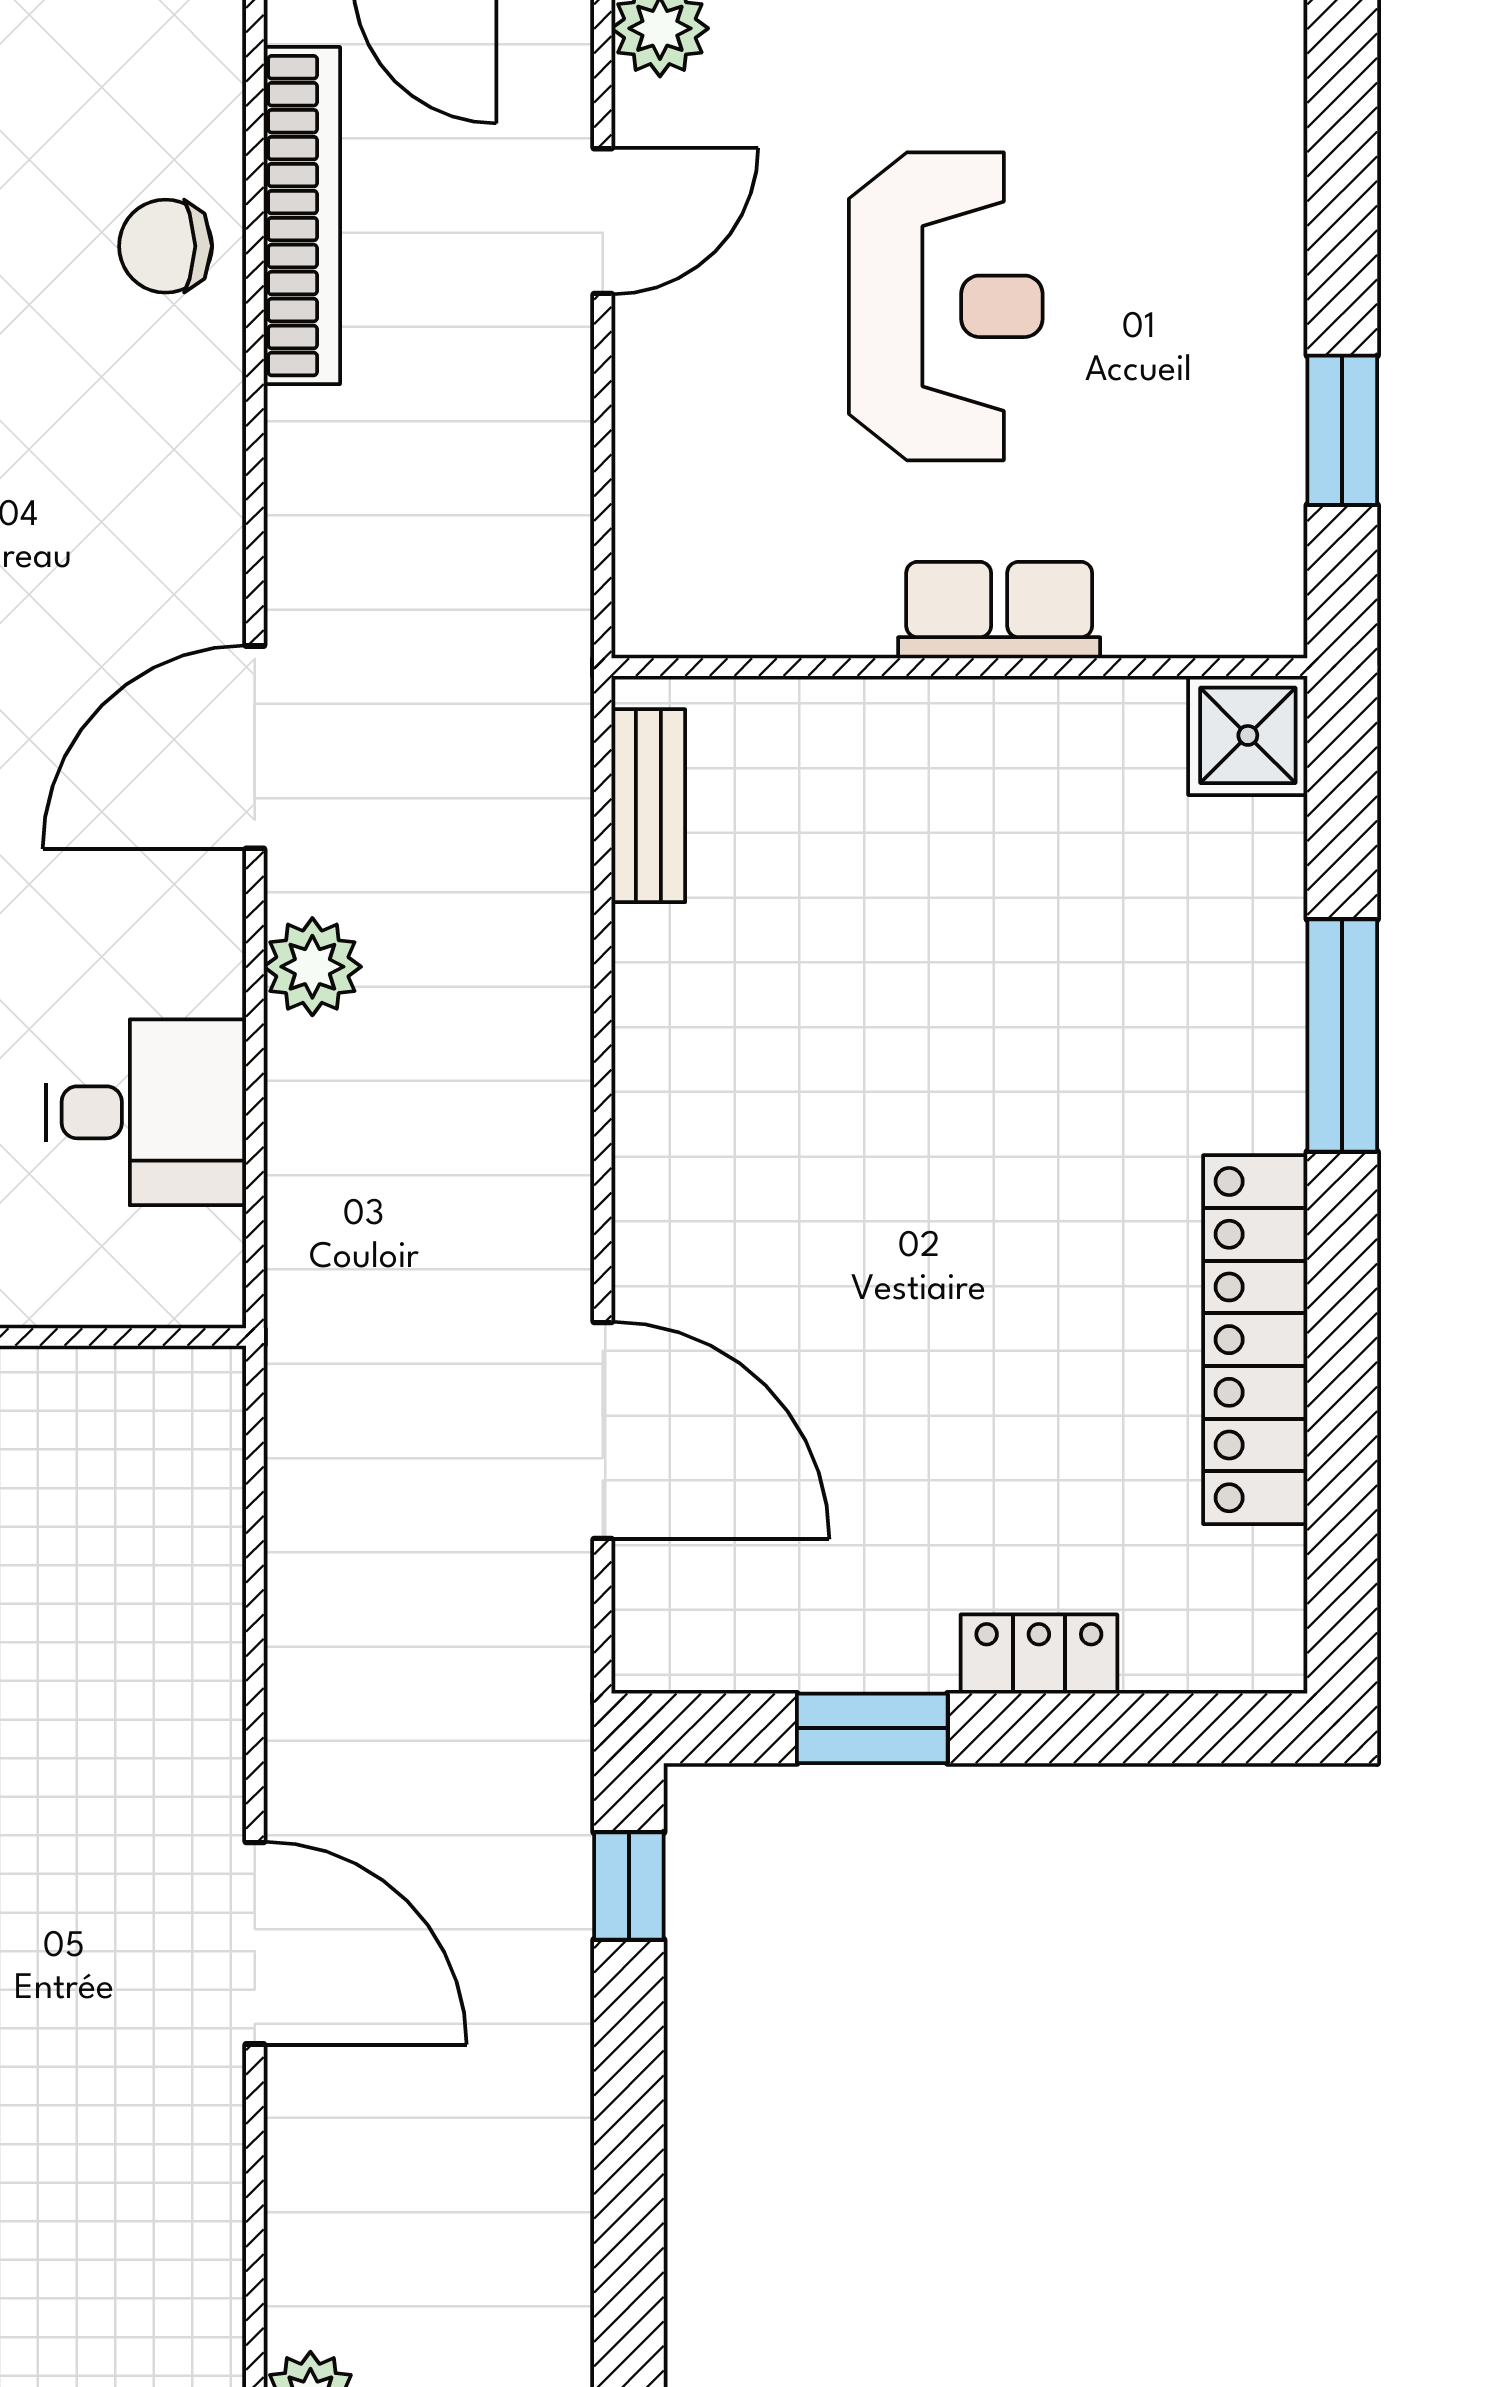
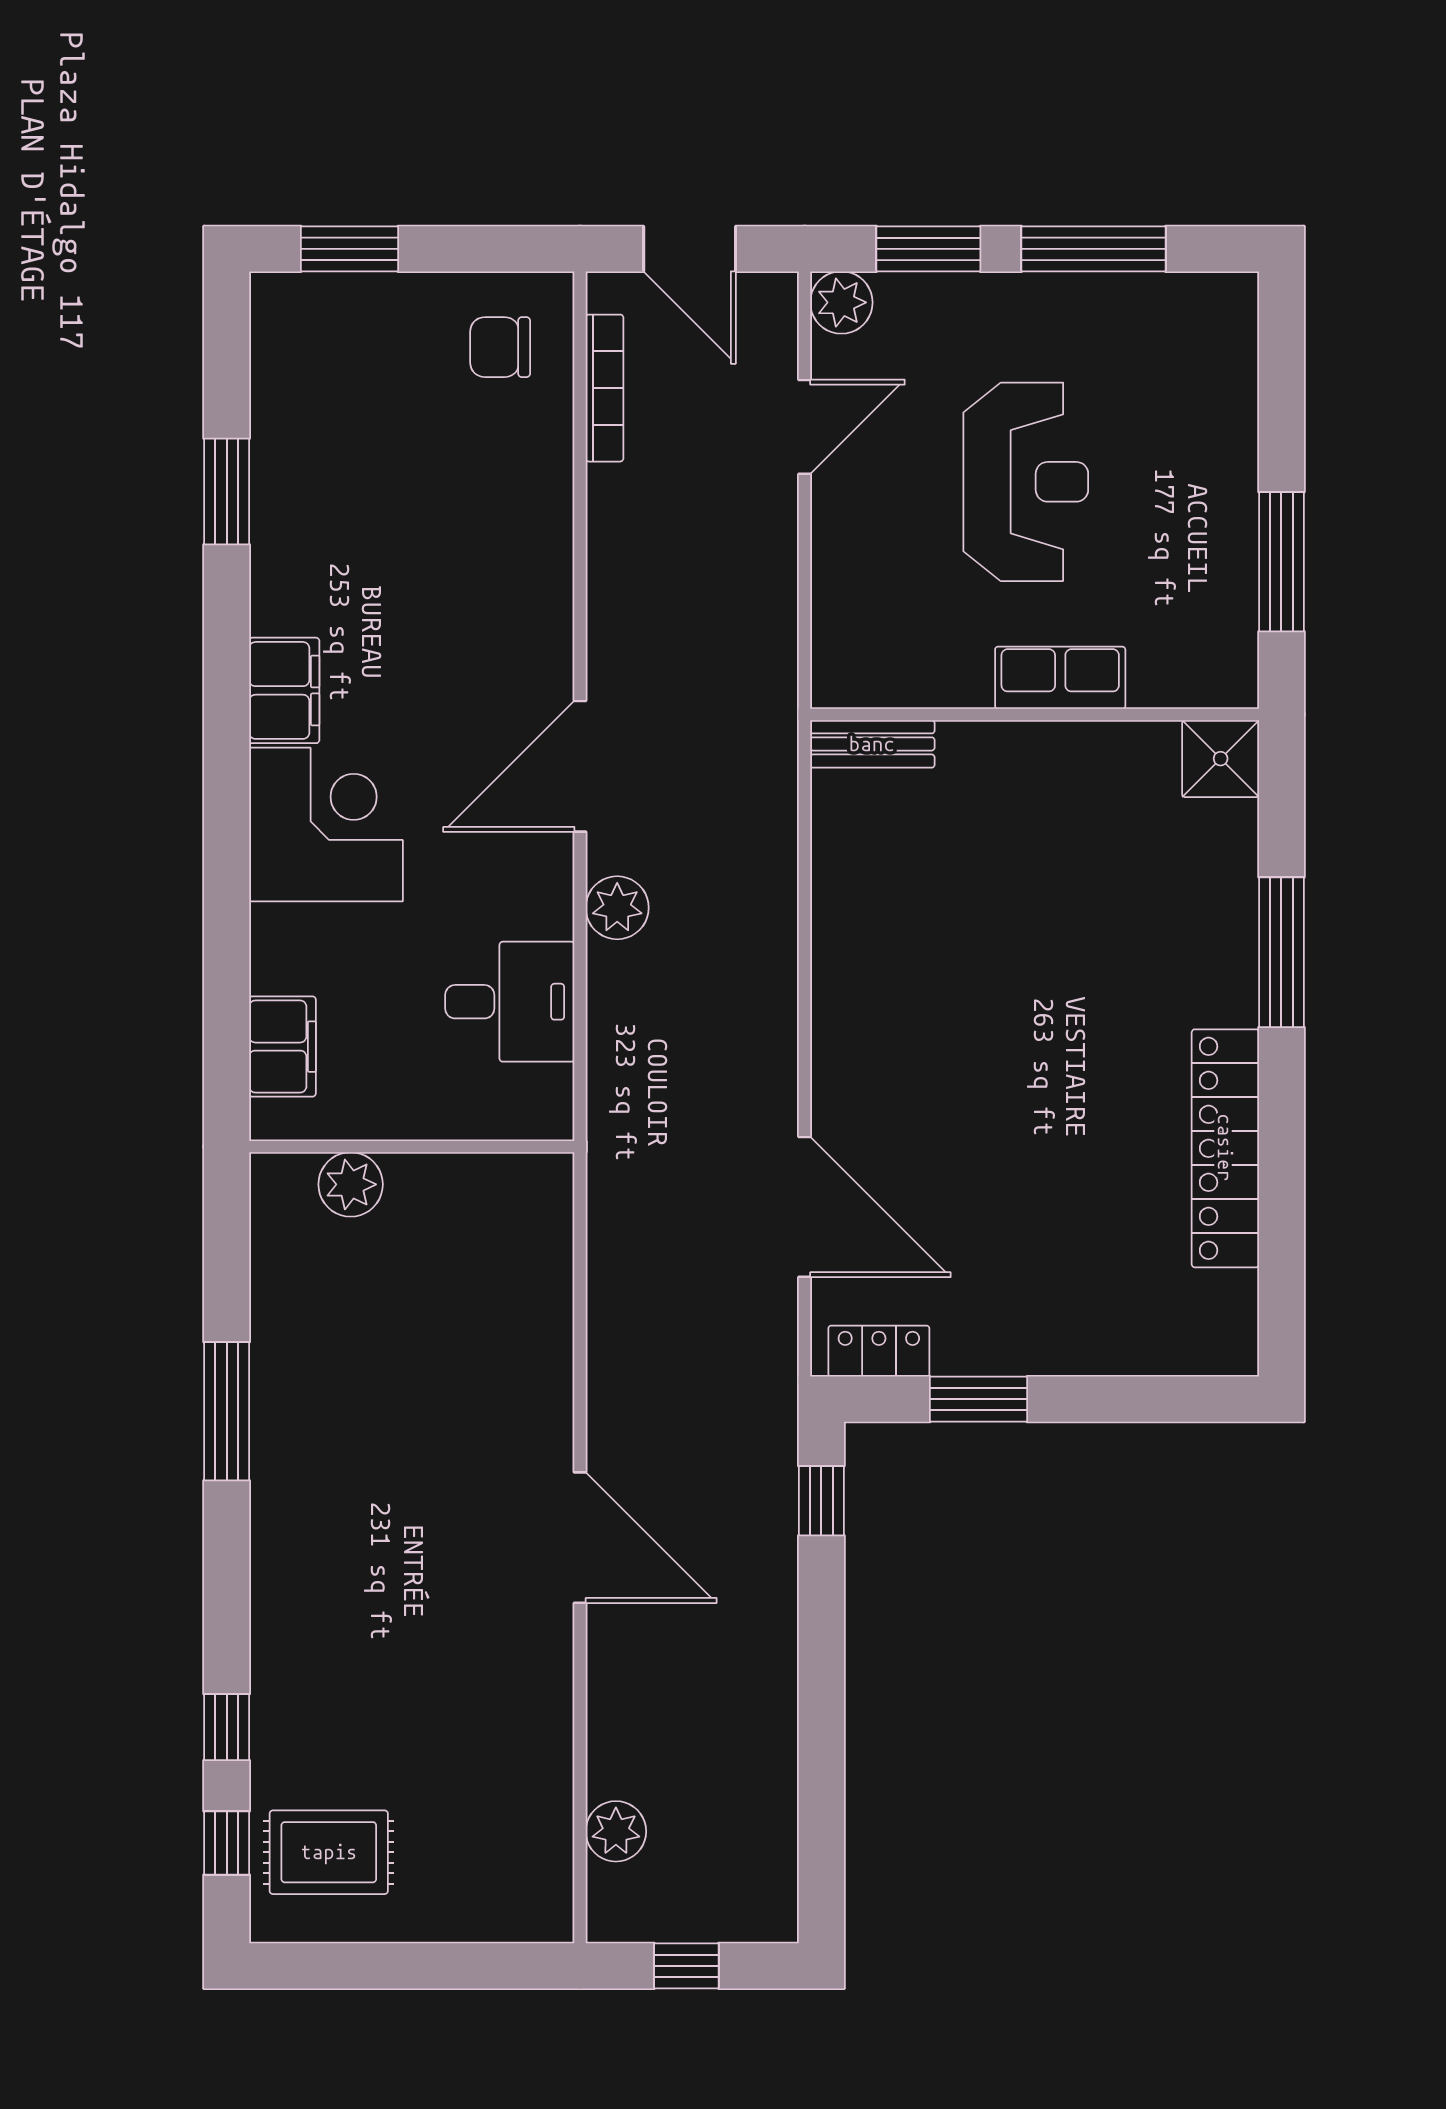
bookcase: (302, 216) -> (604, 388), width x0.68, depth x0.76
chair: (166, 246) -> (500, 347), moved
window: (1342, 430) -> (1281, 562), width x1.44
bench: (648, 806) -> (872, 744), moved, turned 90
locker: (1039, 1654) -> (879, 1351), moved

